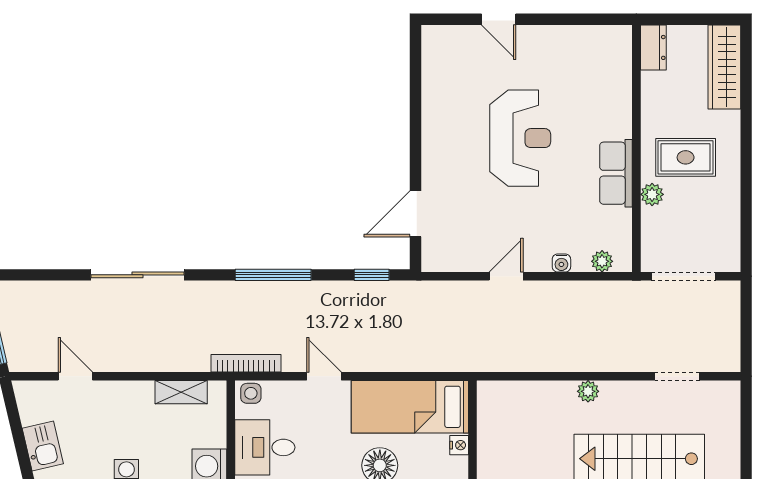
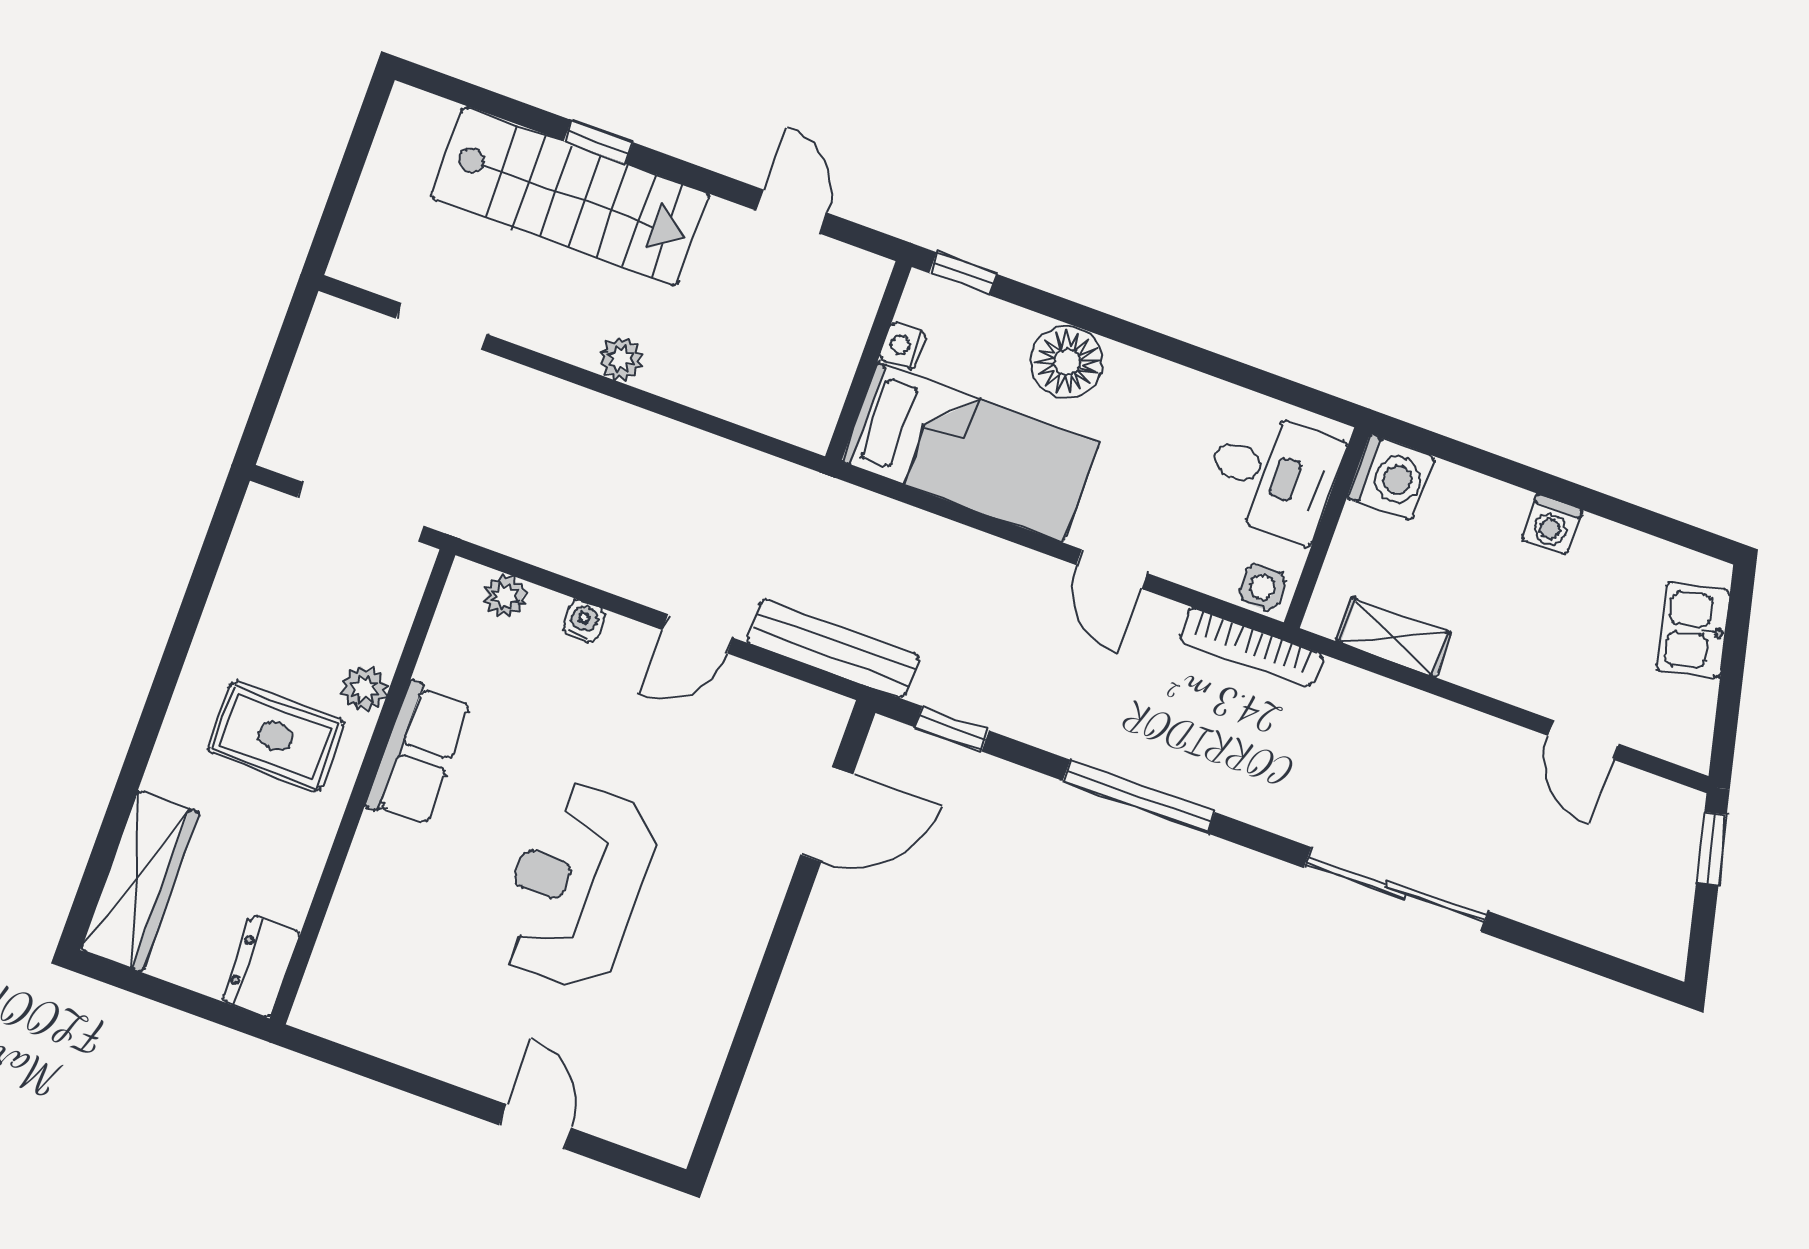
bench: (441, 292) -> (833, 649), added

